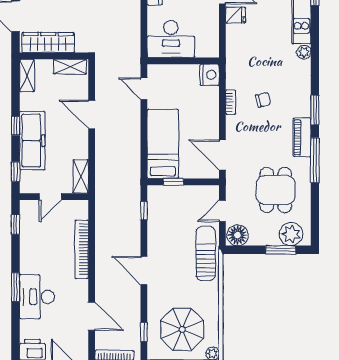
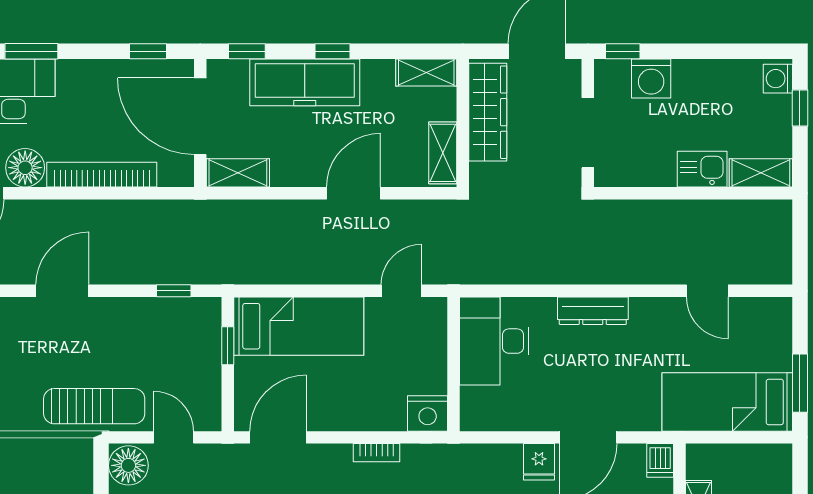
door: (50, 197) -> (200, 116), width x1.88
floor lamp: (78, 290) -> (25, 168), added

